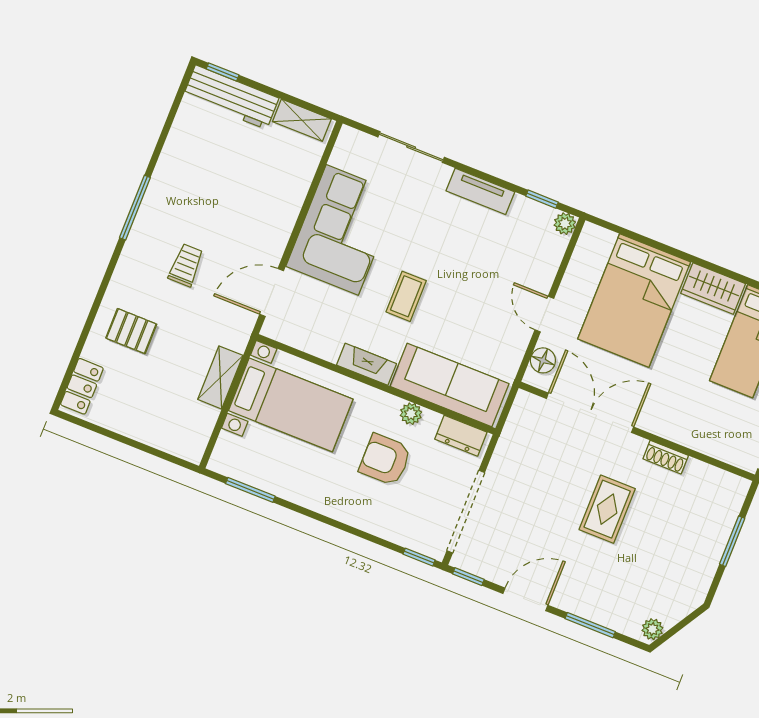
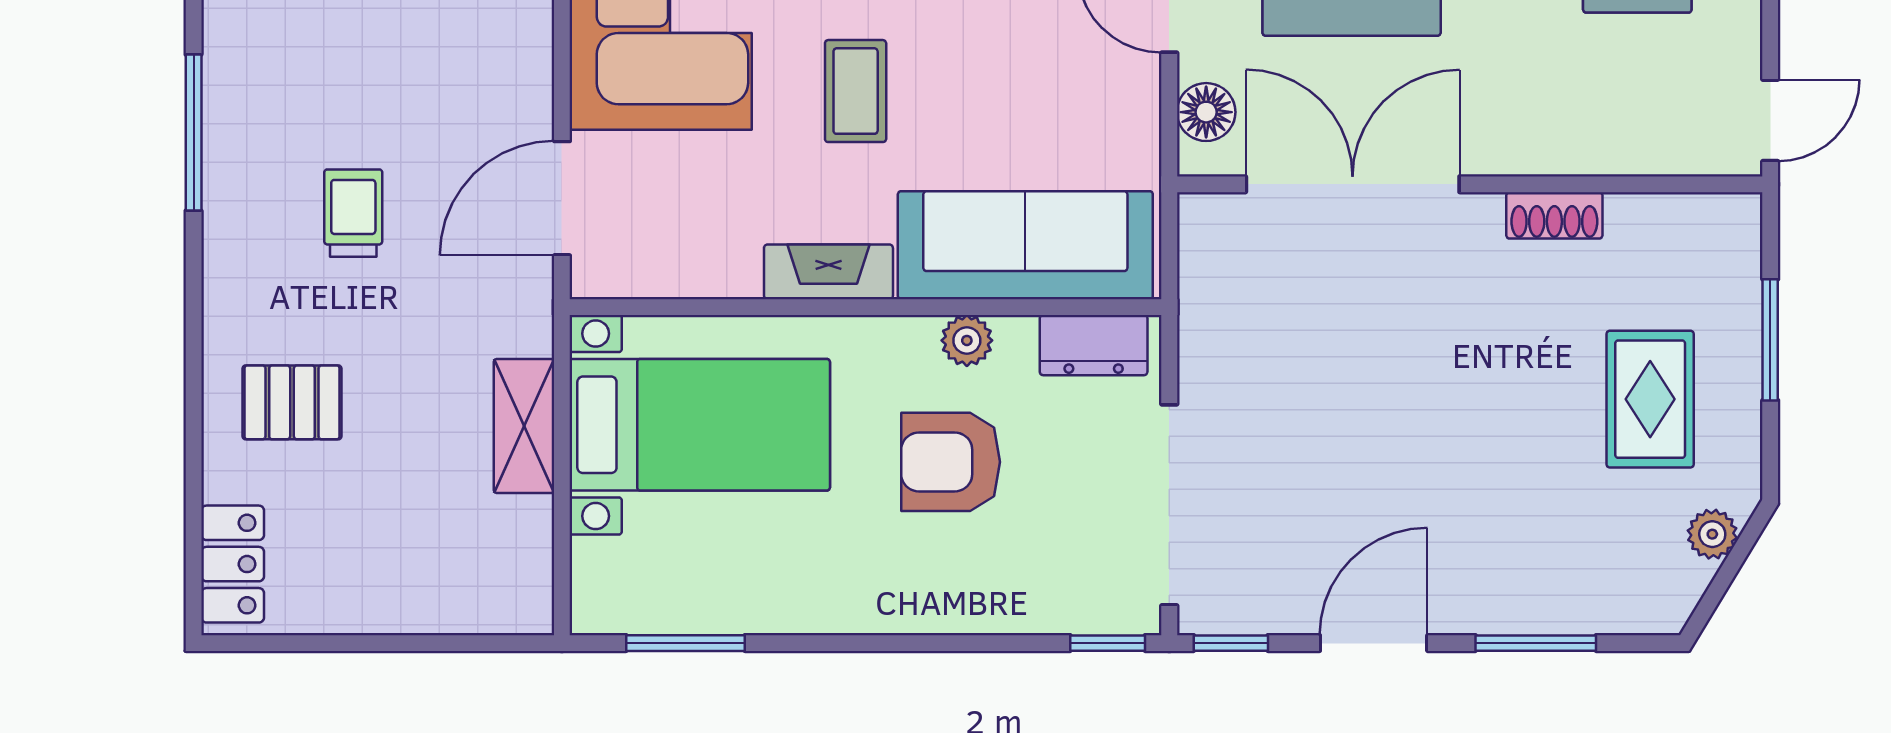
rug: (607, 509) -> (1650, 399), moved
plant: (652, 629) -> (1712, 534), moved

